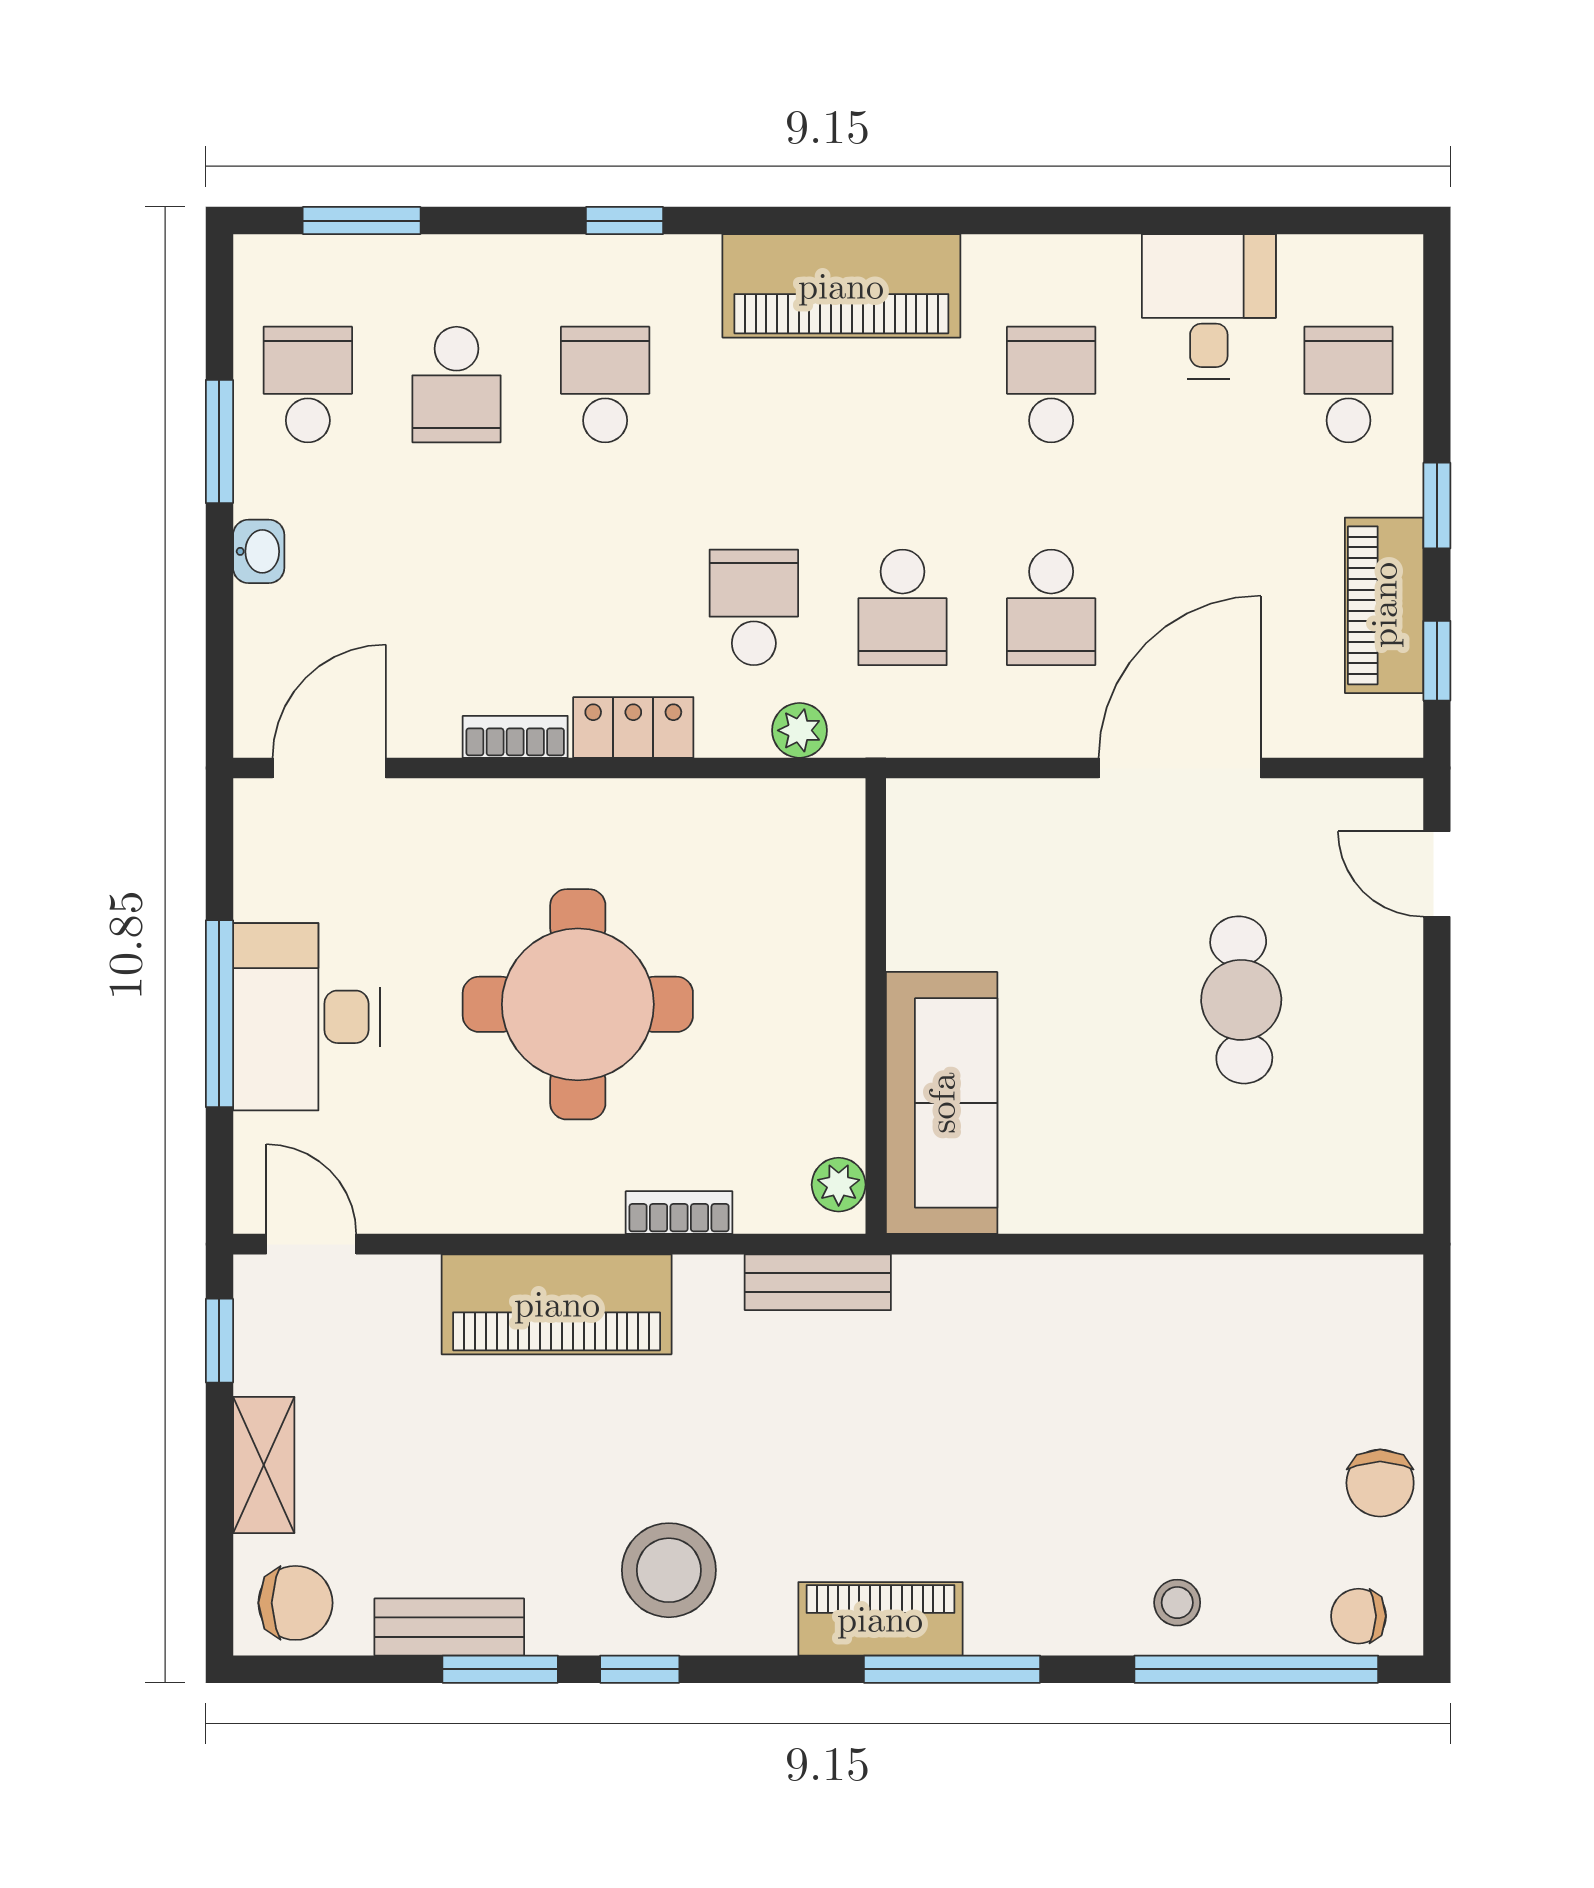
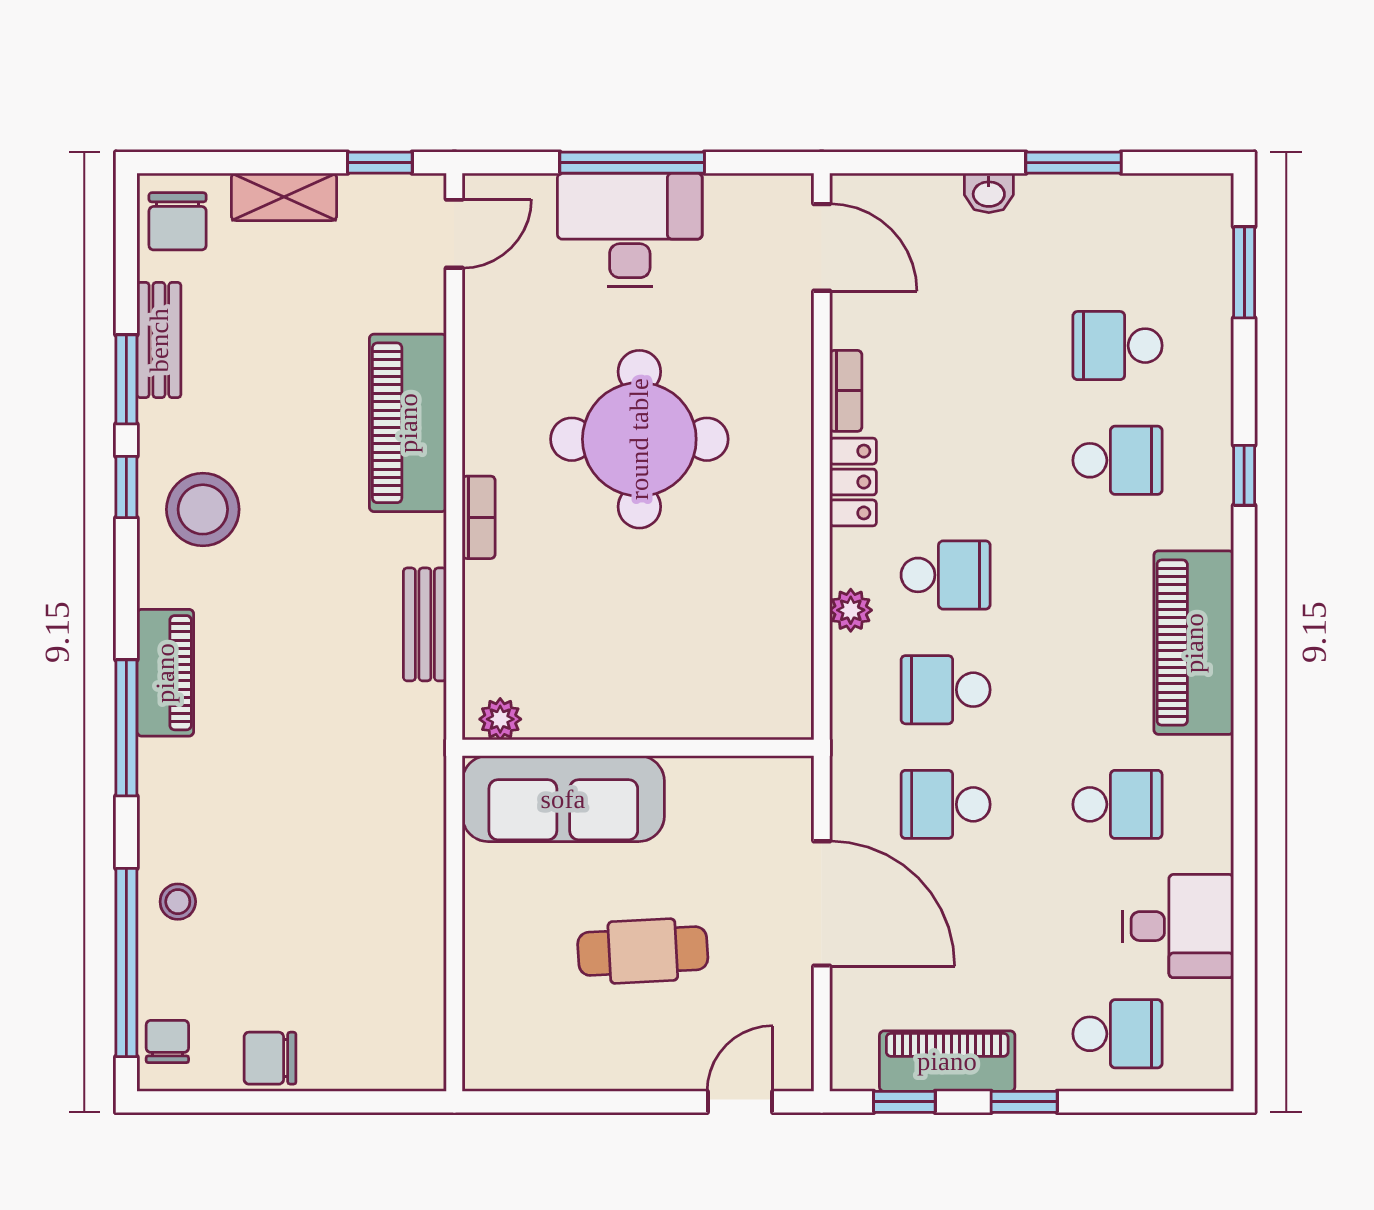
school desk: (308, 385) -> (1118, 231), removed
wall: (876, 1006) -> (638, 748), moved
sofa: (942, 1103) -> (563, 799), moved
plant: (839, 1185) -> (500, 719), moved

